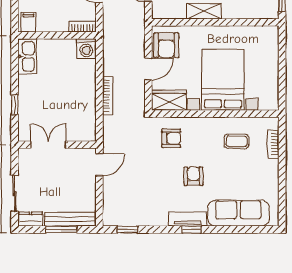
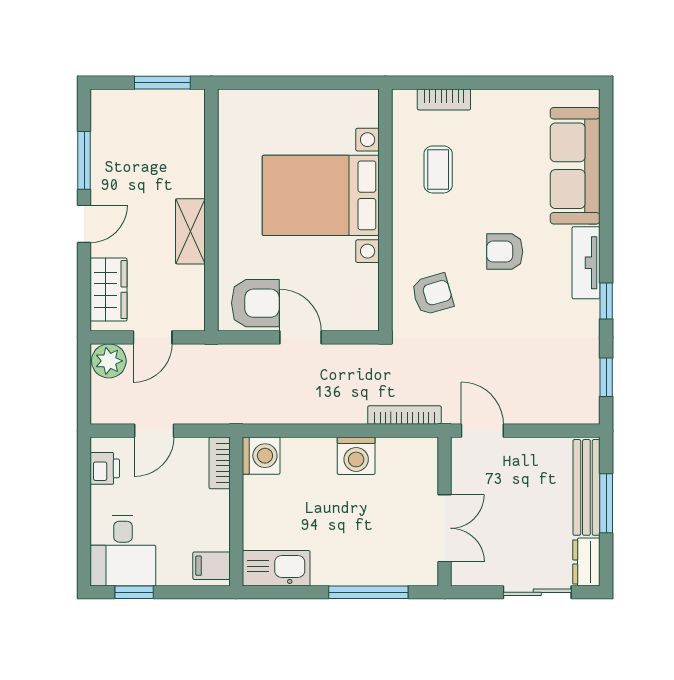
bookcase: (108, 96) -> (404, 415), moved
washing machine: (86, 98) -> (356, 456), added
wardrobe: (169, 100) -> (360, 298), removed
window: (15, 105) -> (368, 592), width x2.17
armchair: (171, 138) -> (432, 294), turned 74
double door: (48, 145) -> (444, 528), swing flipped
window: (192, 229) -> (606, 301), moved

